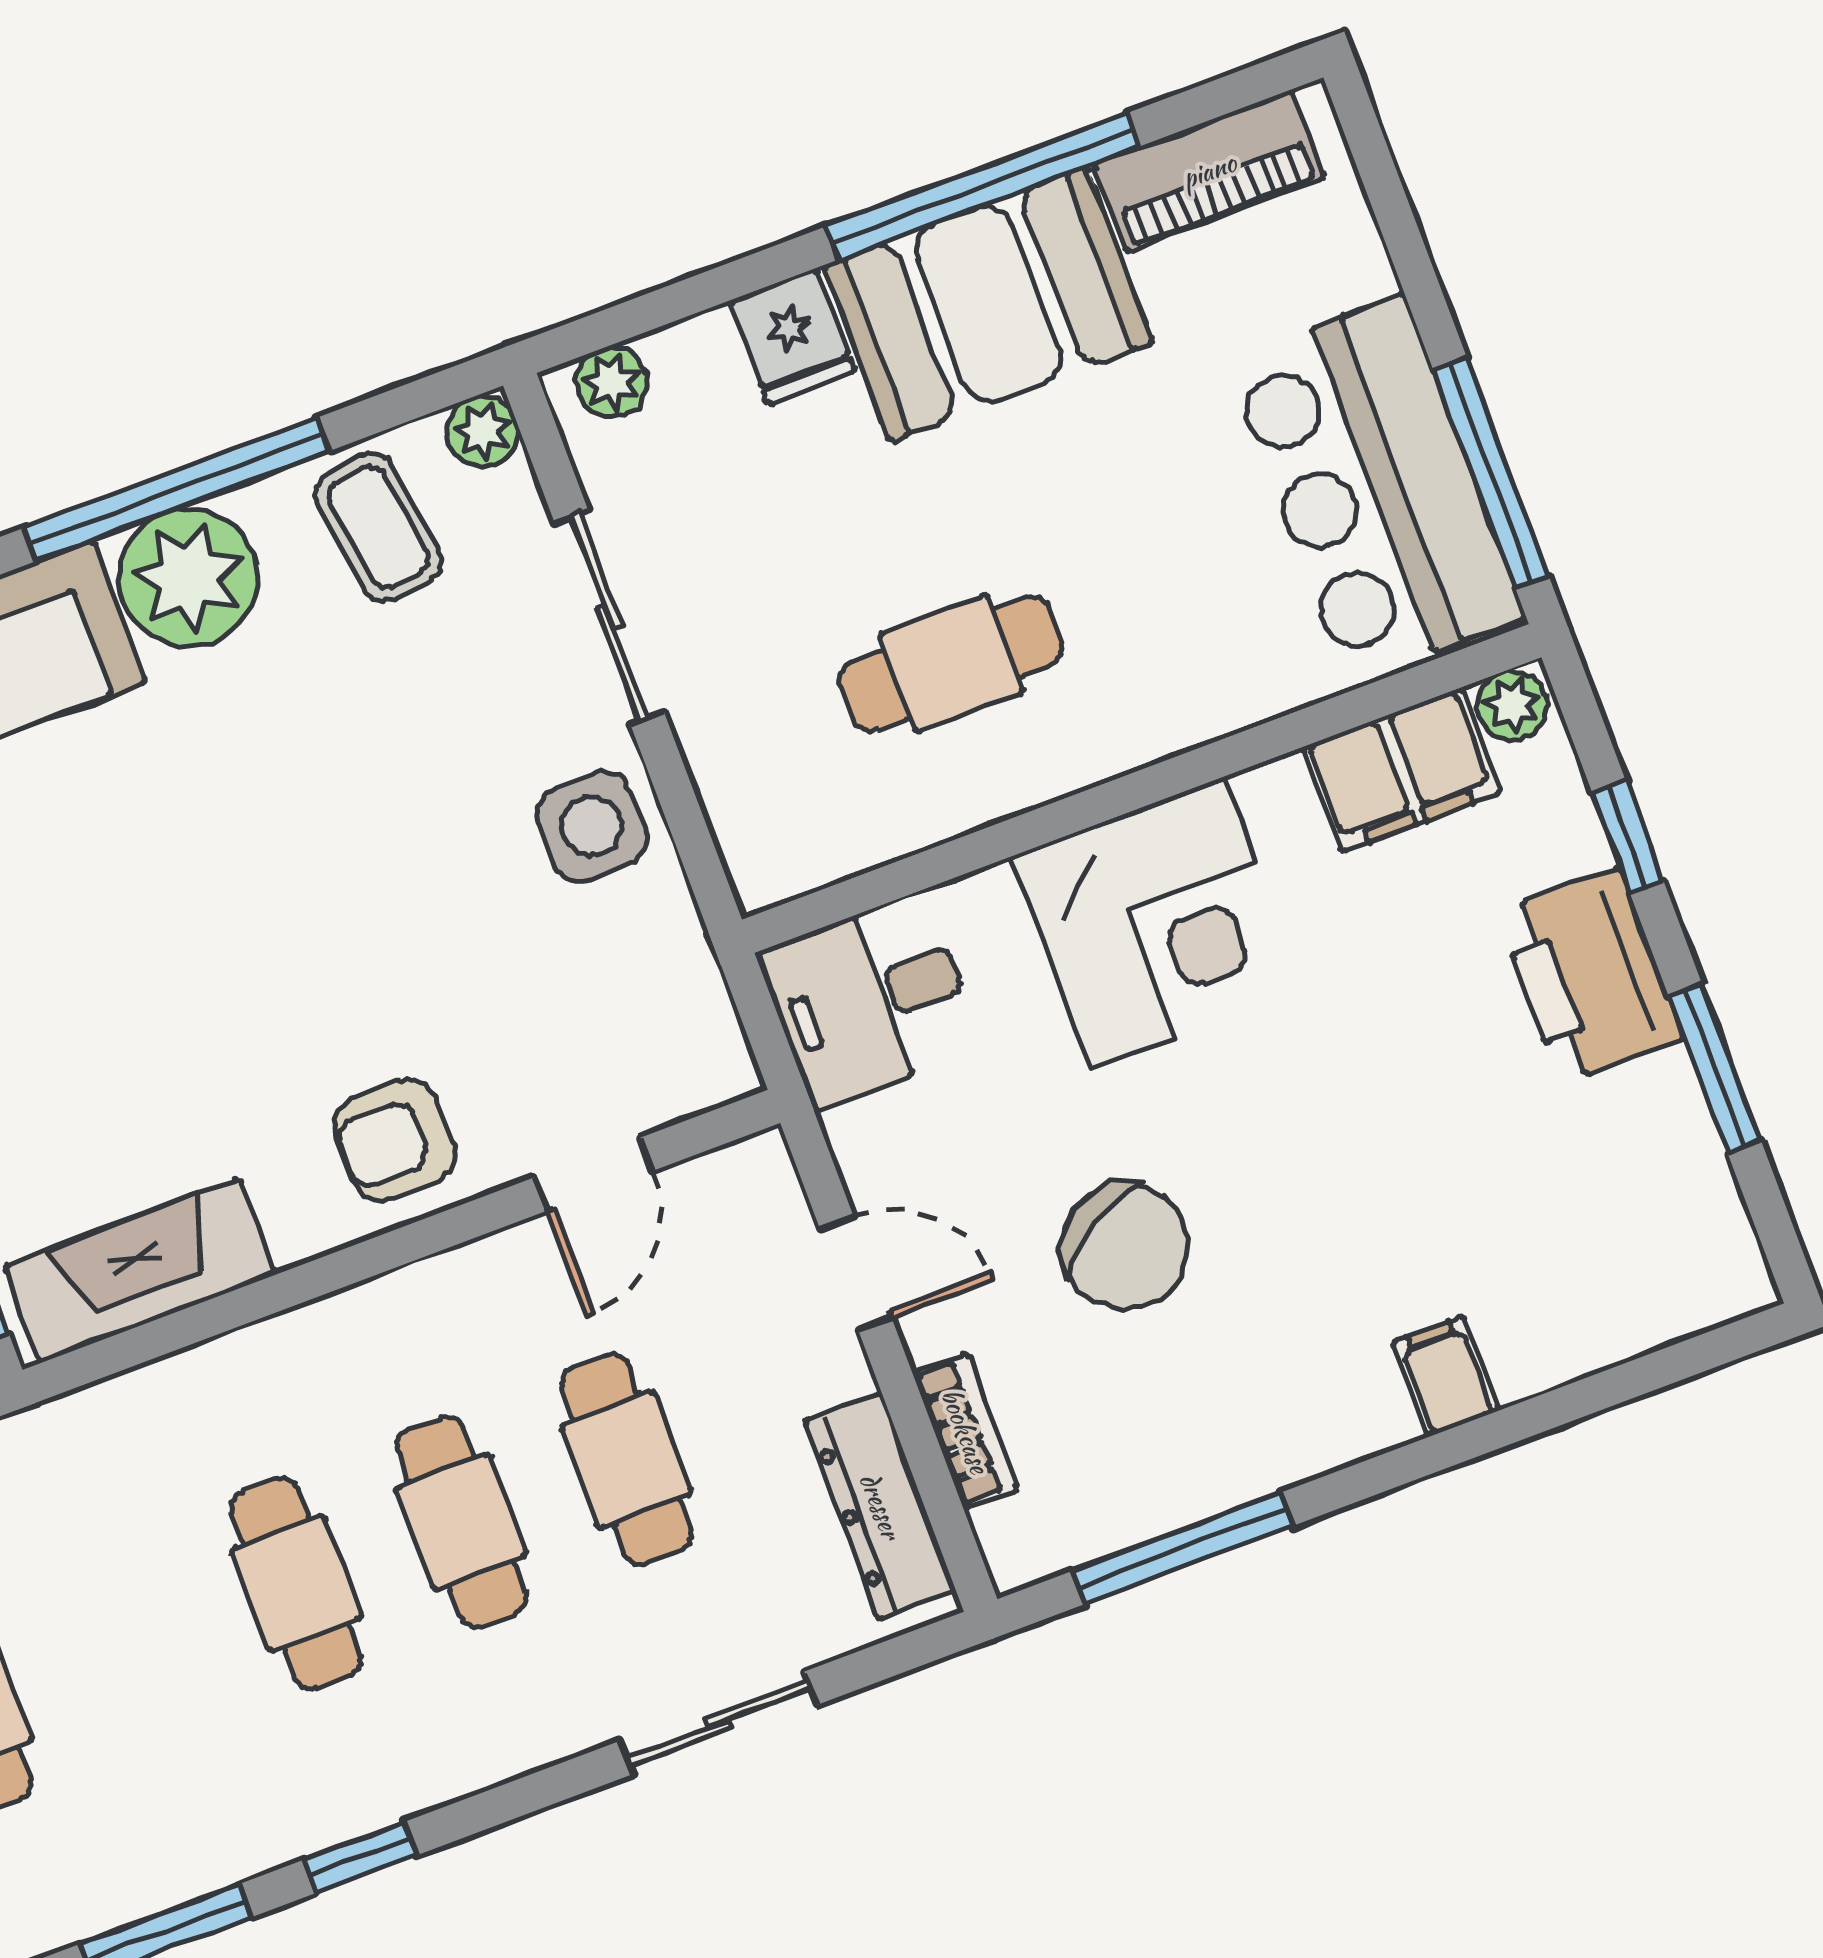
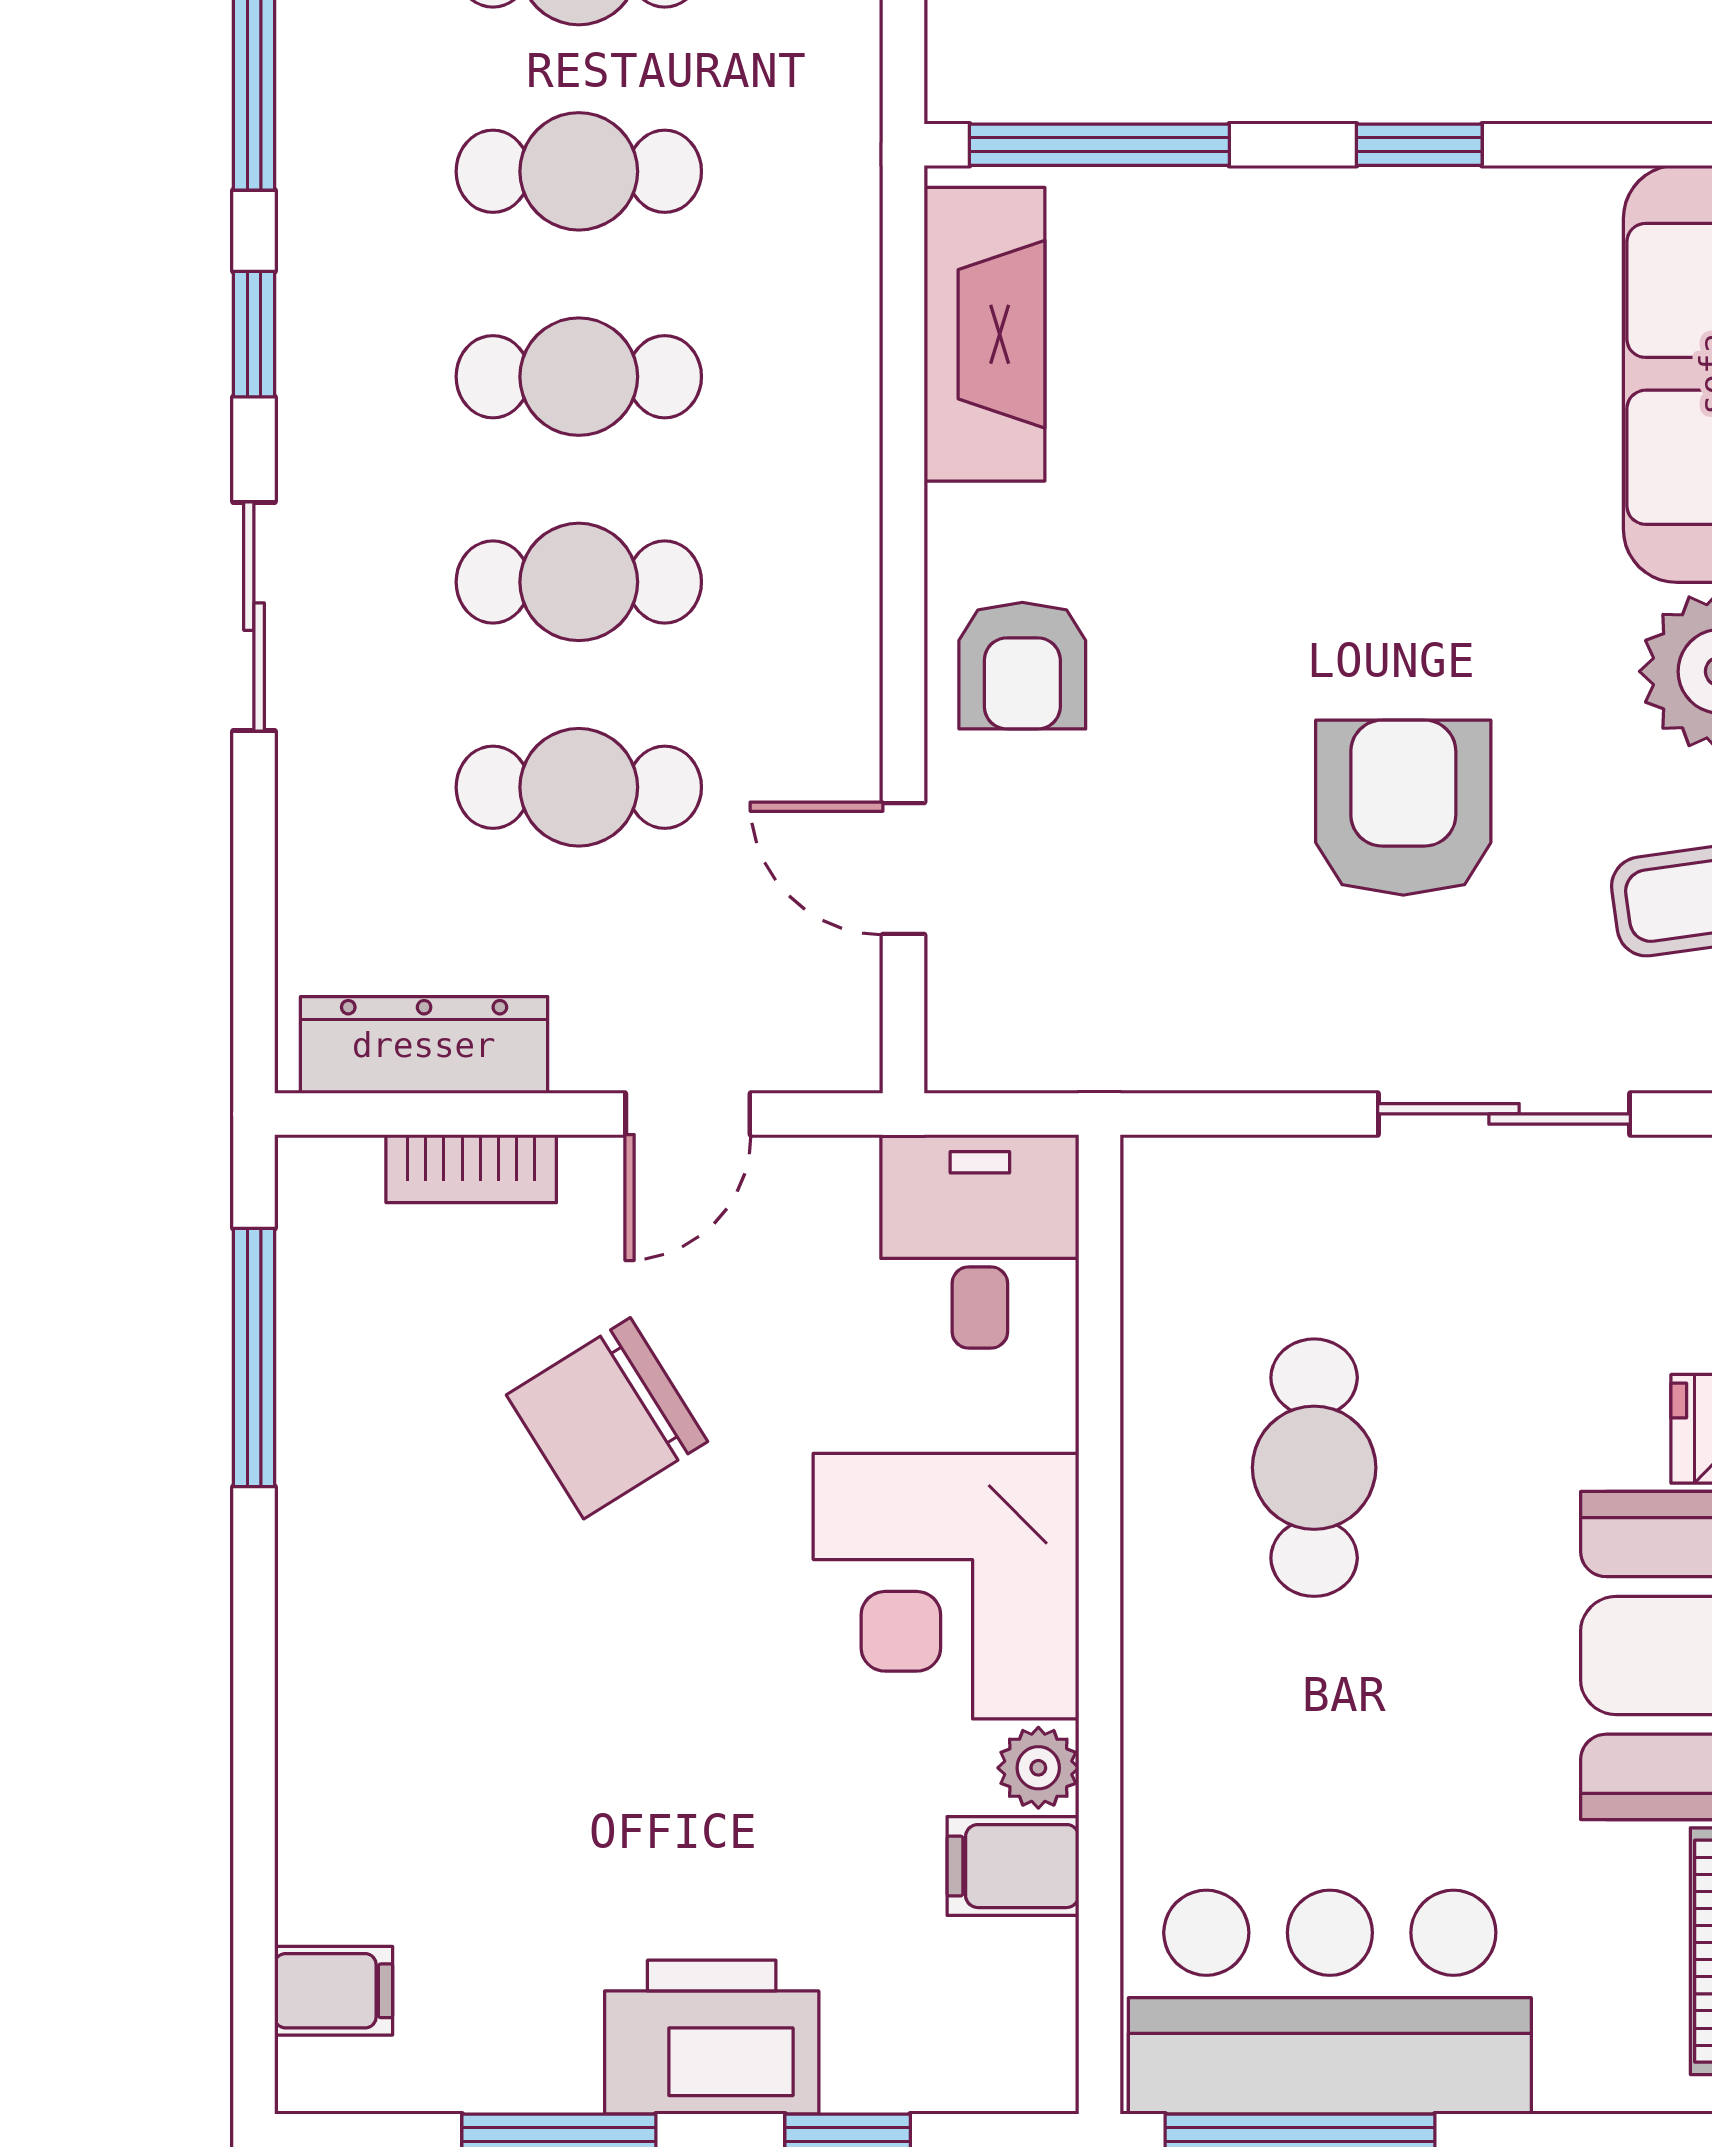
plant: (1513, 705) -> (1038, 1768), moved
filing cabinet: (1402, 770) -> (1013, 1866), width x0.50
armchair: (394, 791) -> (1403, 808), added
side table: (592, 826) -> (1284, 1009), removed
armchair: (395, 1140) -> (1022, 666), turned 180
filing cabinet: (1446, 1376) -> (334, 1991), moved
cafe table: (132, 1646) -> (579, 171), added
sliding door: (719, 1723) -> (254, 617), moved

